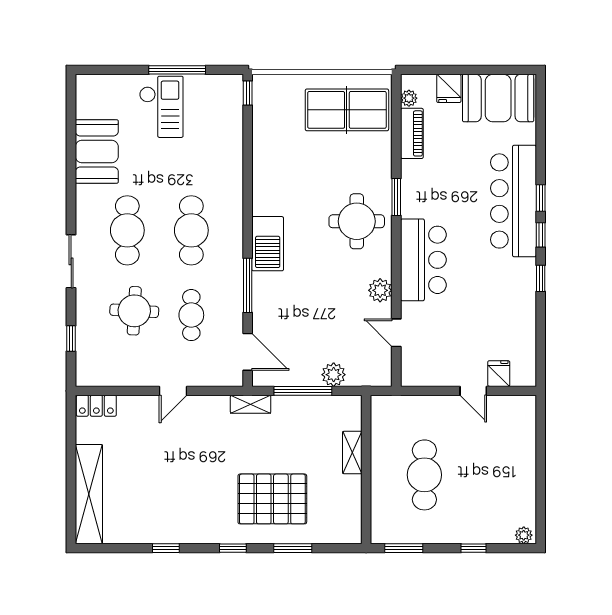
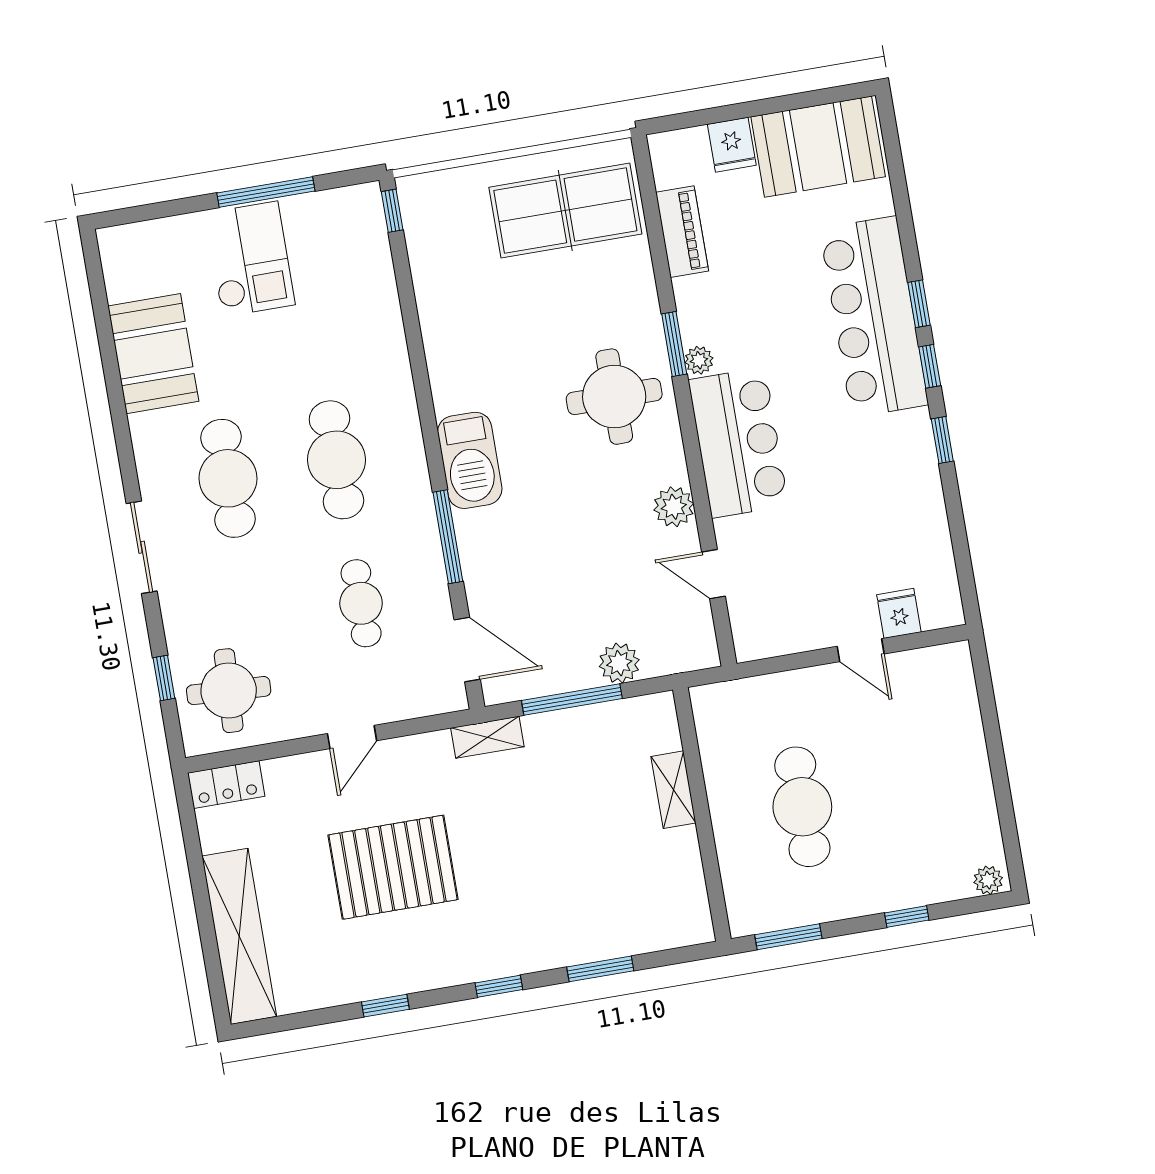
plant: (409, 98) -> (699, 360), moved
round table: (134, 311) -> (229, 691), moved
pallet: (272, 499) -> (393, 867), moved

